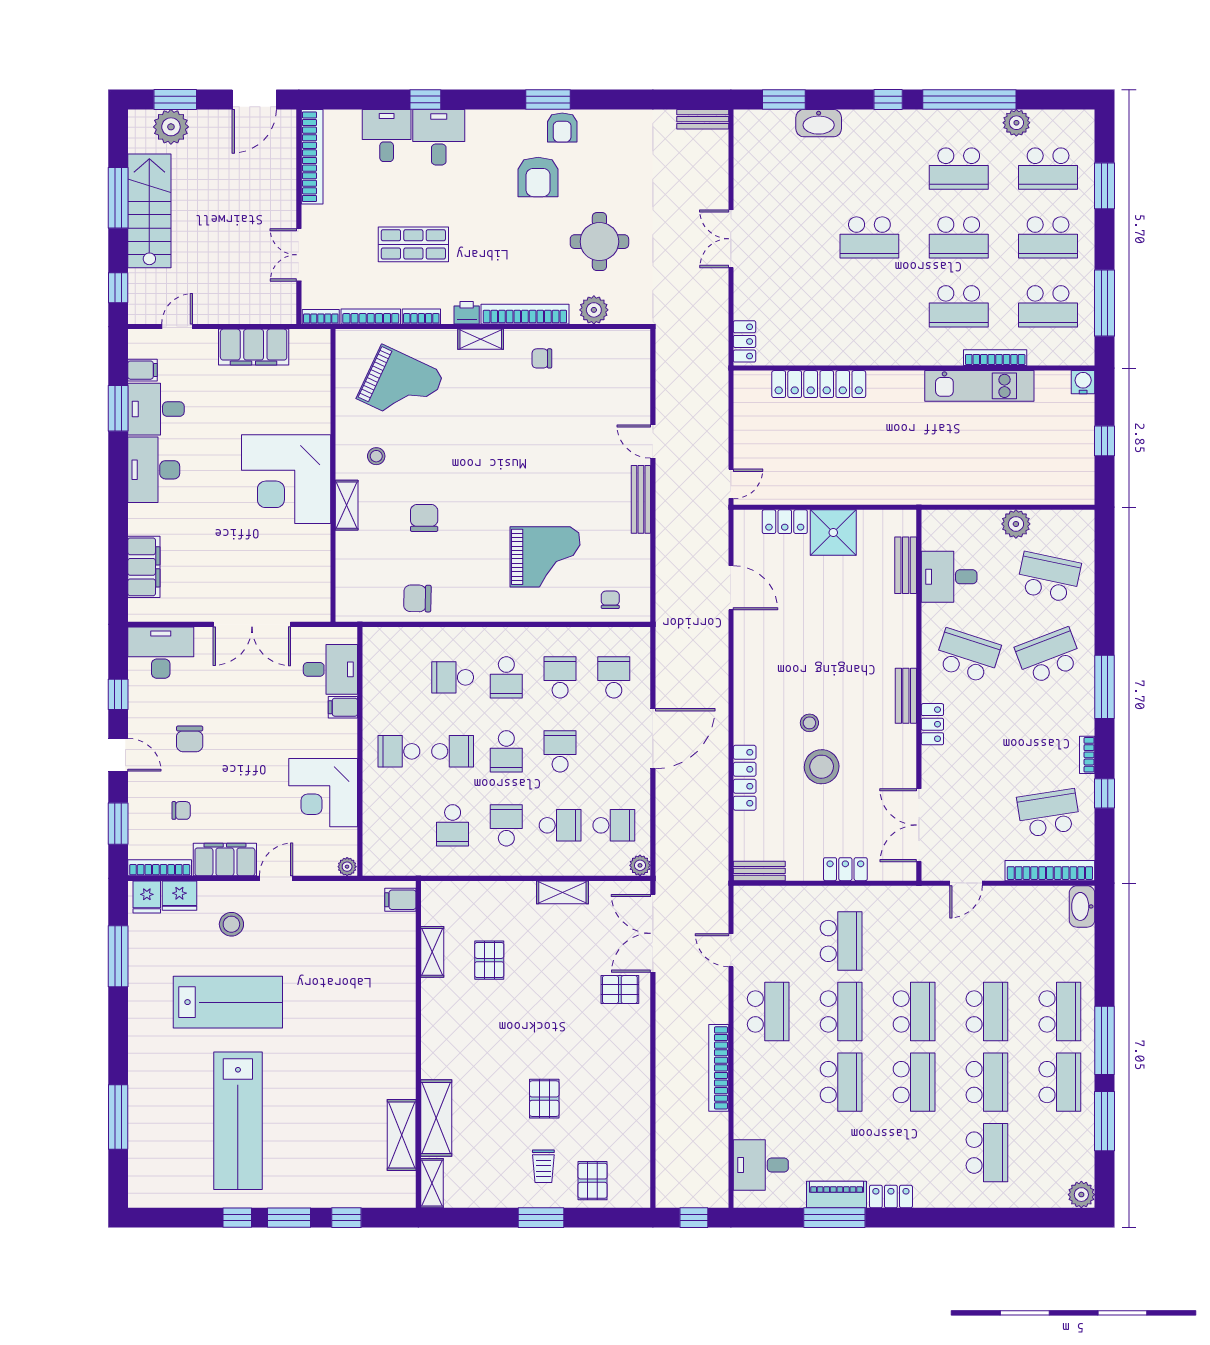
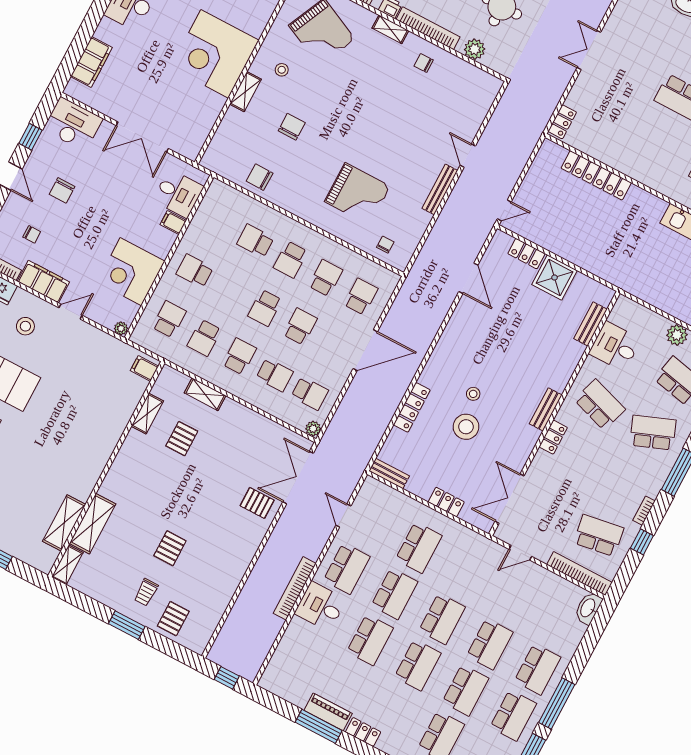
school desk: (453, 751) -> (169, 319), moved, turned -90
shelving: (562, 892) -> (205, 394), moved
desk: (761, 1165) -> (320, 606), moved

